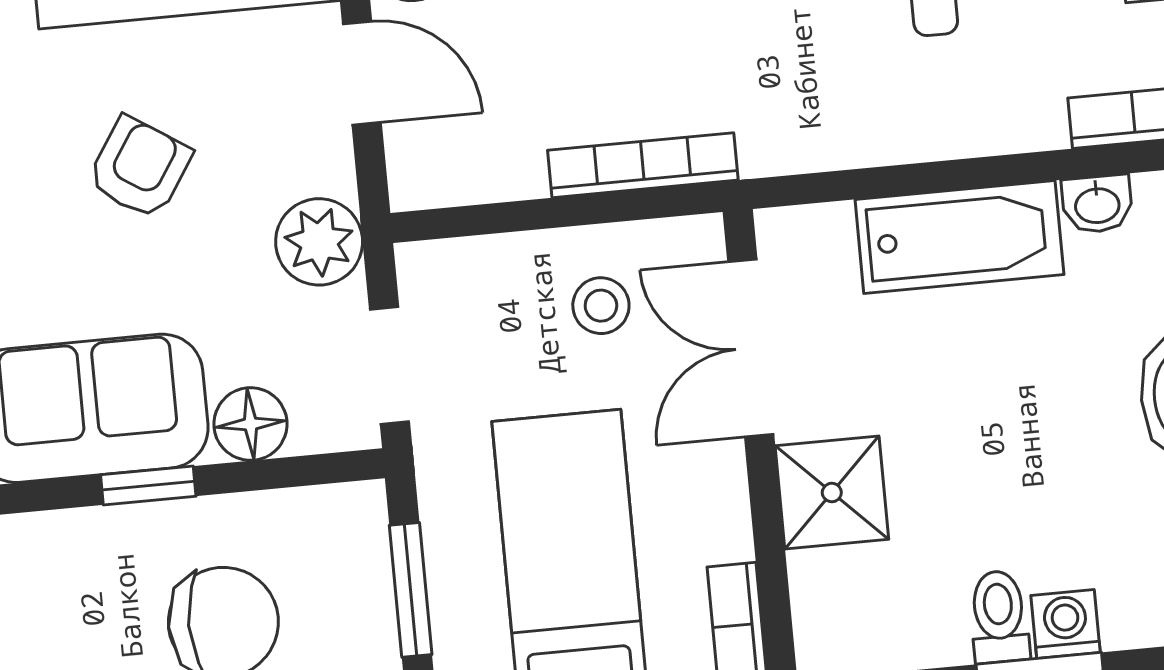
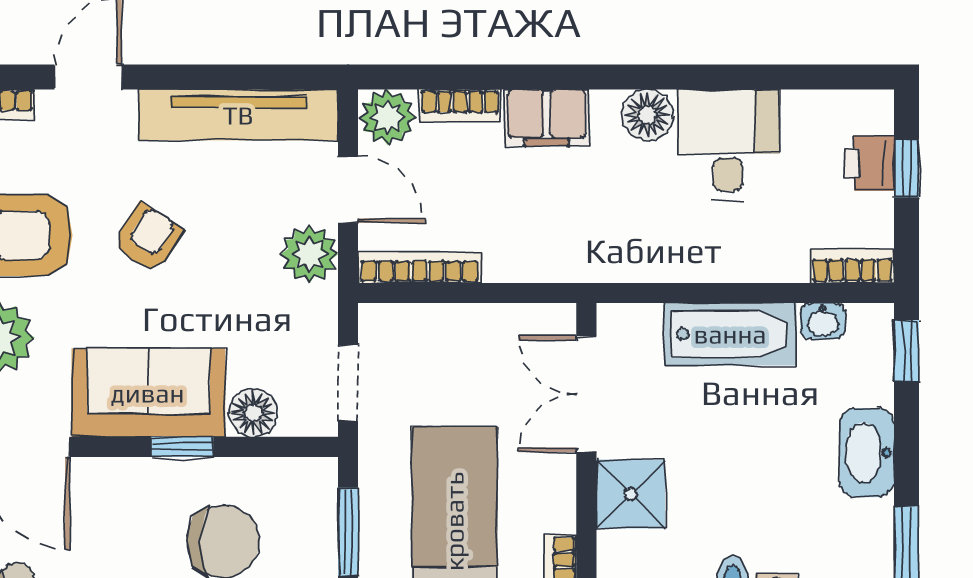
bookcase: (643, 165) -> (420, 267), moved
armchair: (139, 168) -> (148, 238), moved
plant: (319, 242) -> (310, 254), moved
stool: (601, 306) -> (491, 357), removed

